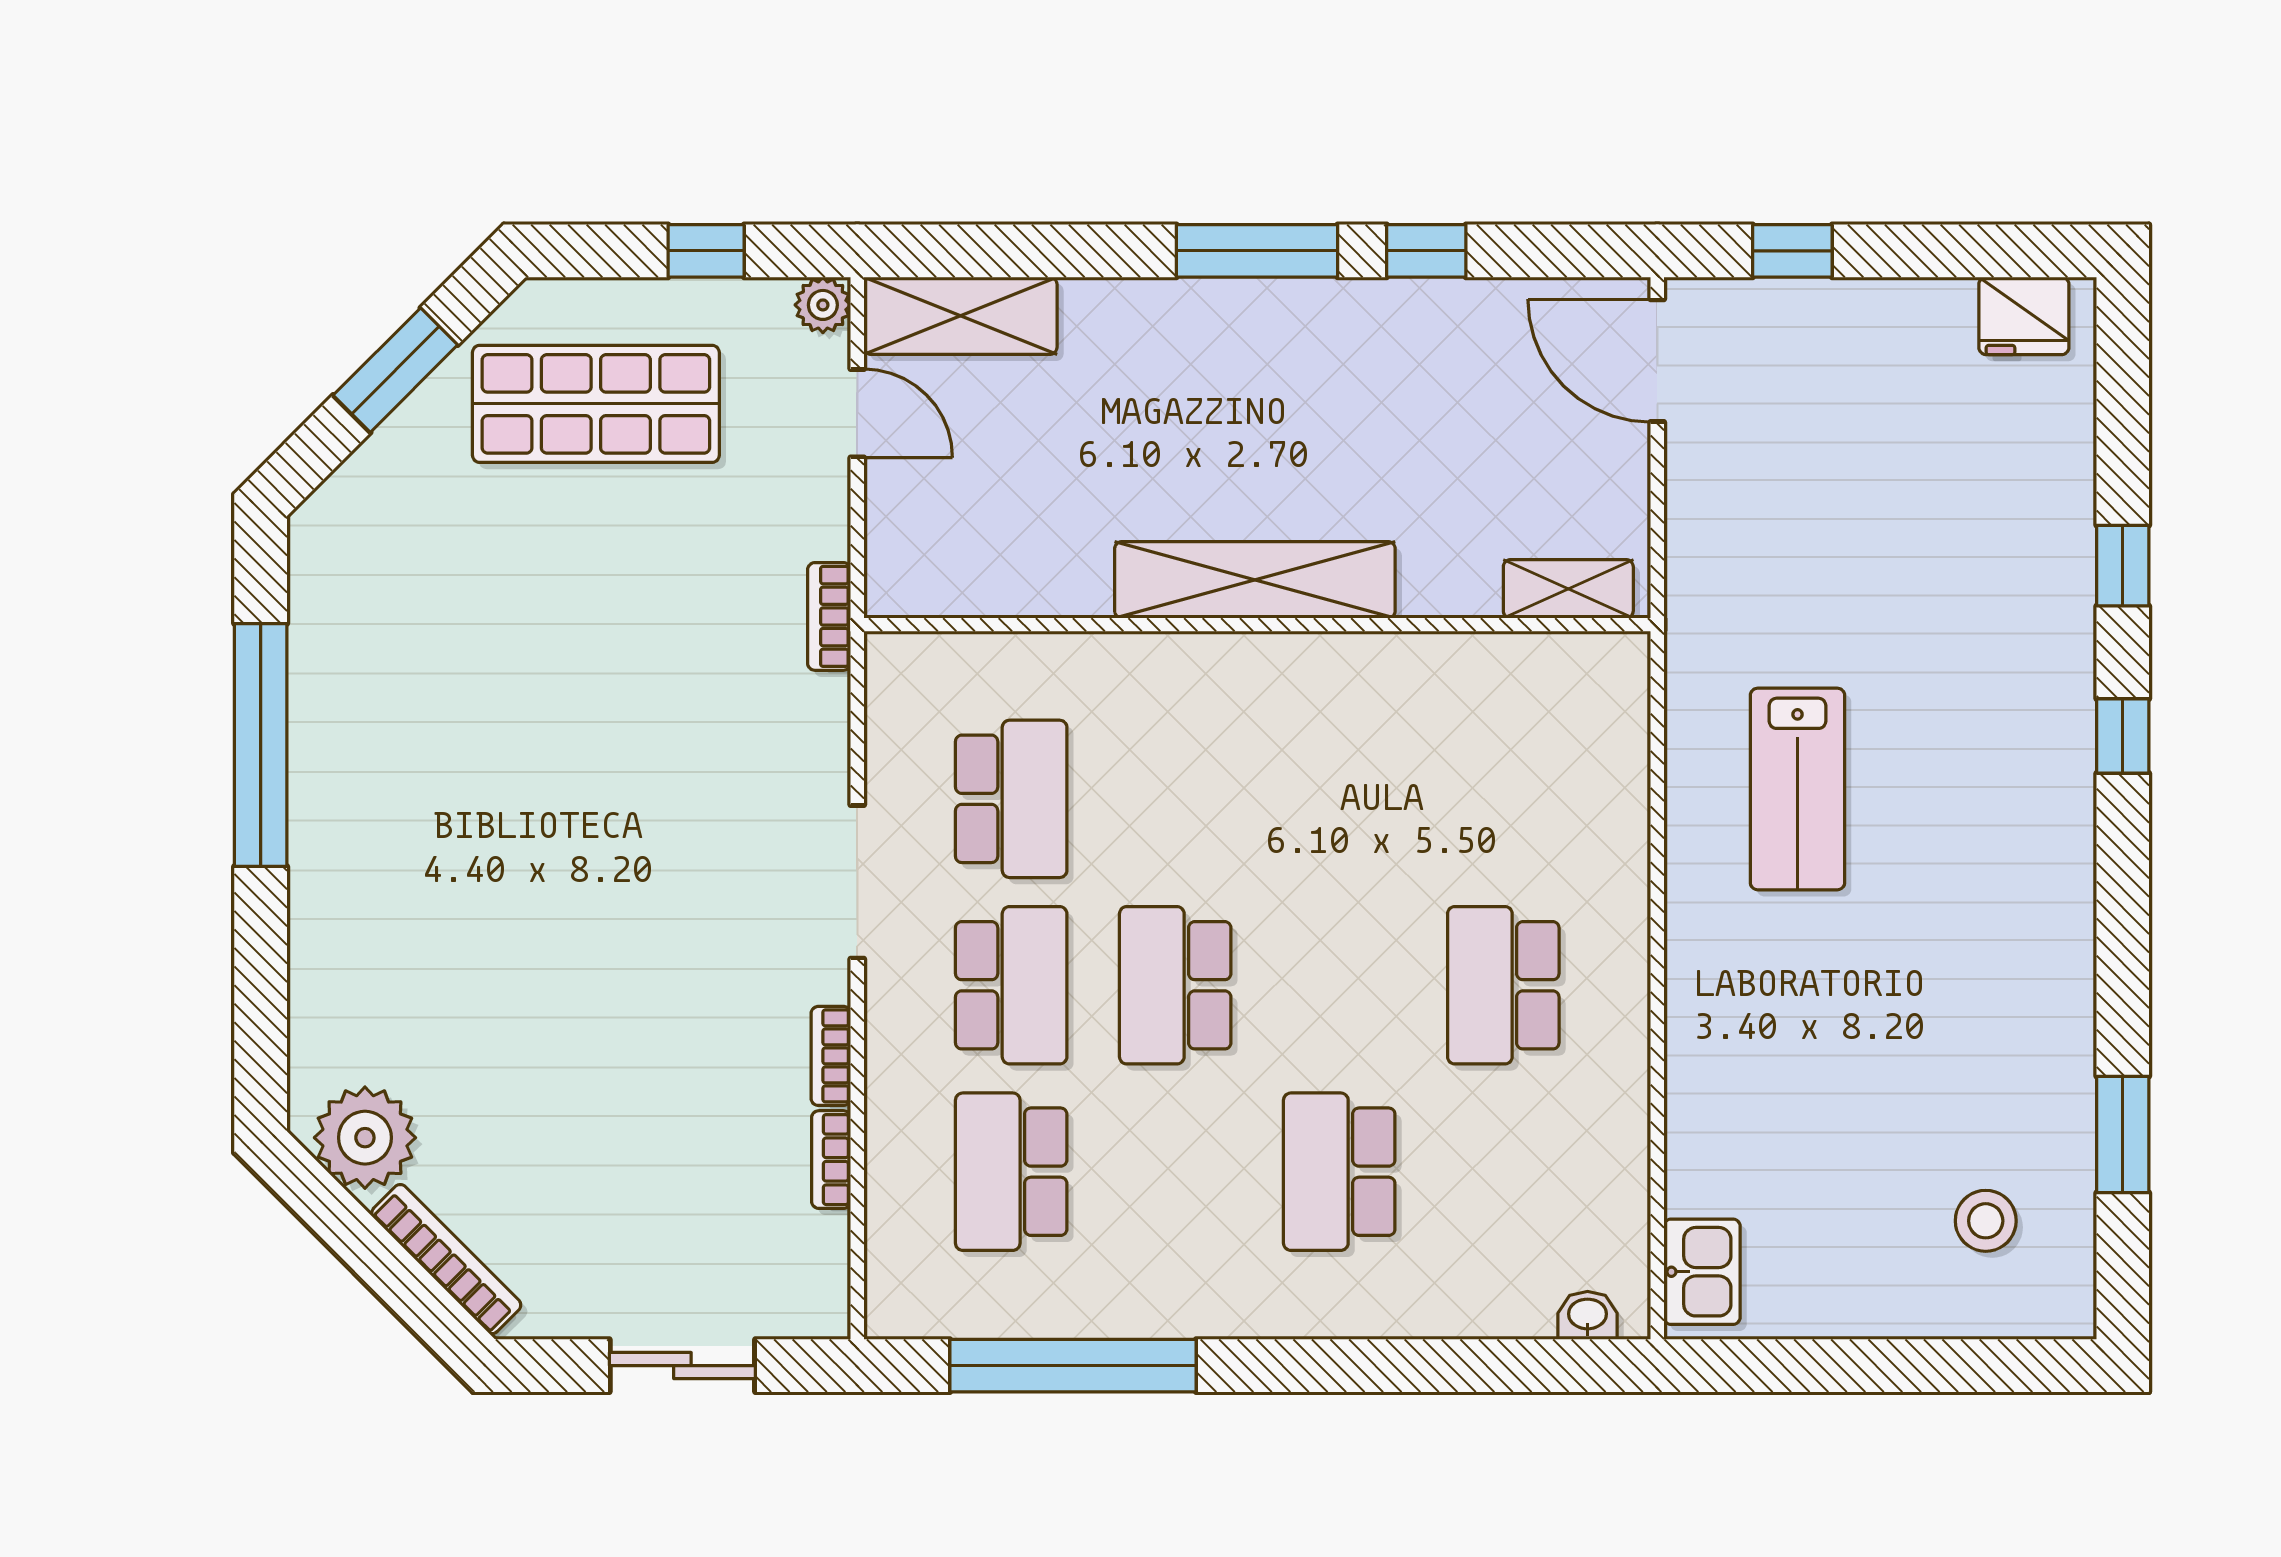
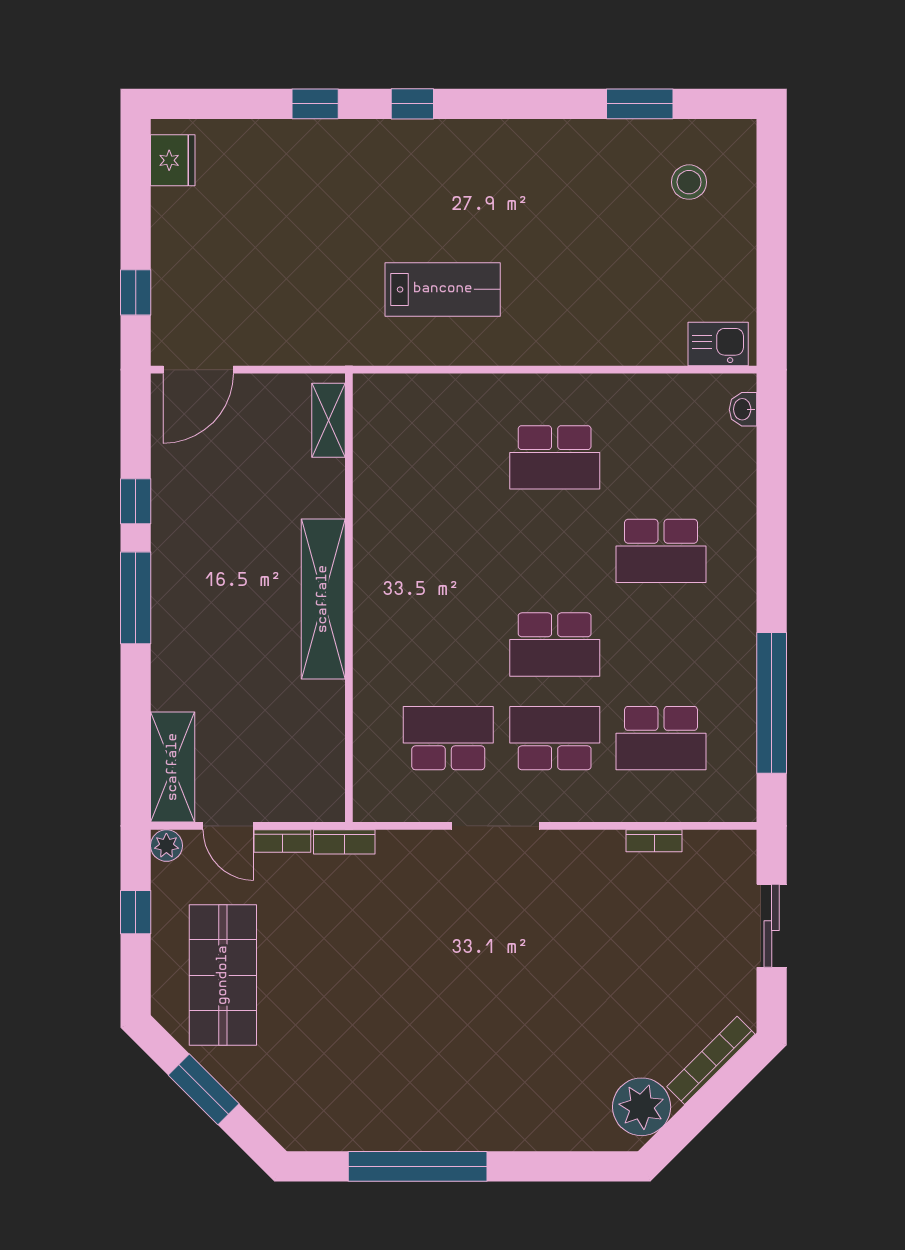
door: (857, 413) -> (228, 826), swing flipped
bookcase: (831, 1056) -> (282, 841), moved

